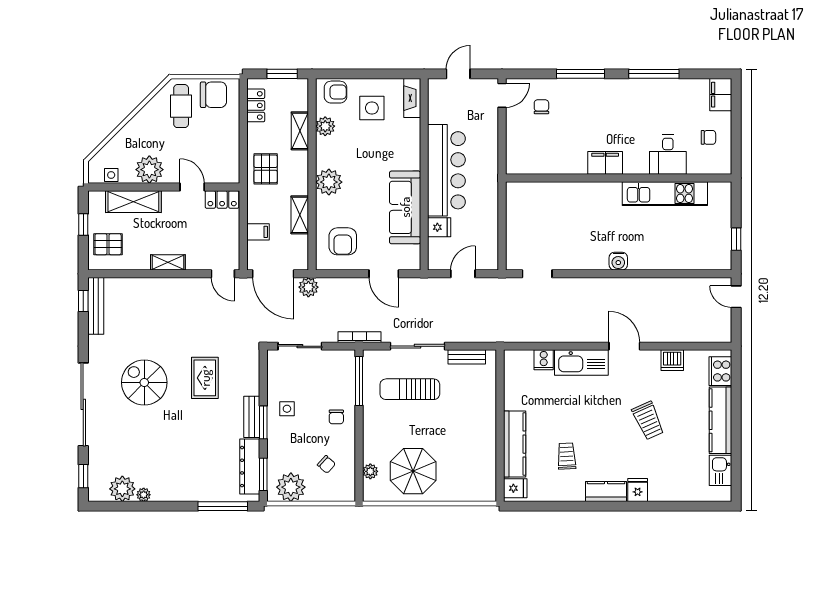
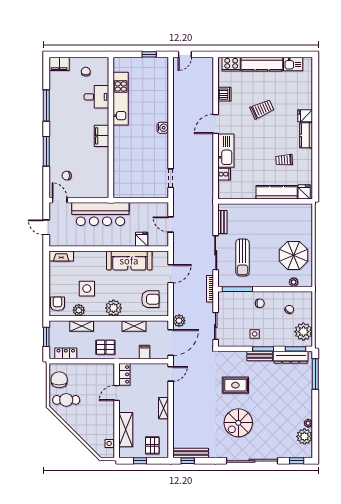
side table: (372, 108) -> (87, 289), moved
plant: (149, 170) -> (106, 420), removed
bar counter: (446, 170) -> (100, 214), moved, turned 180

